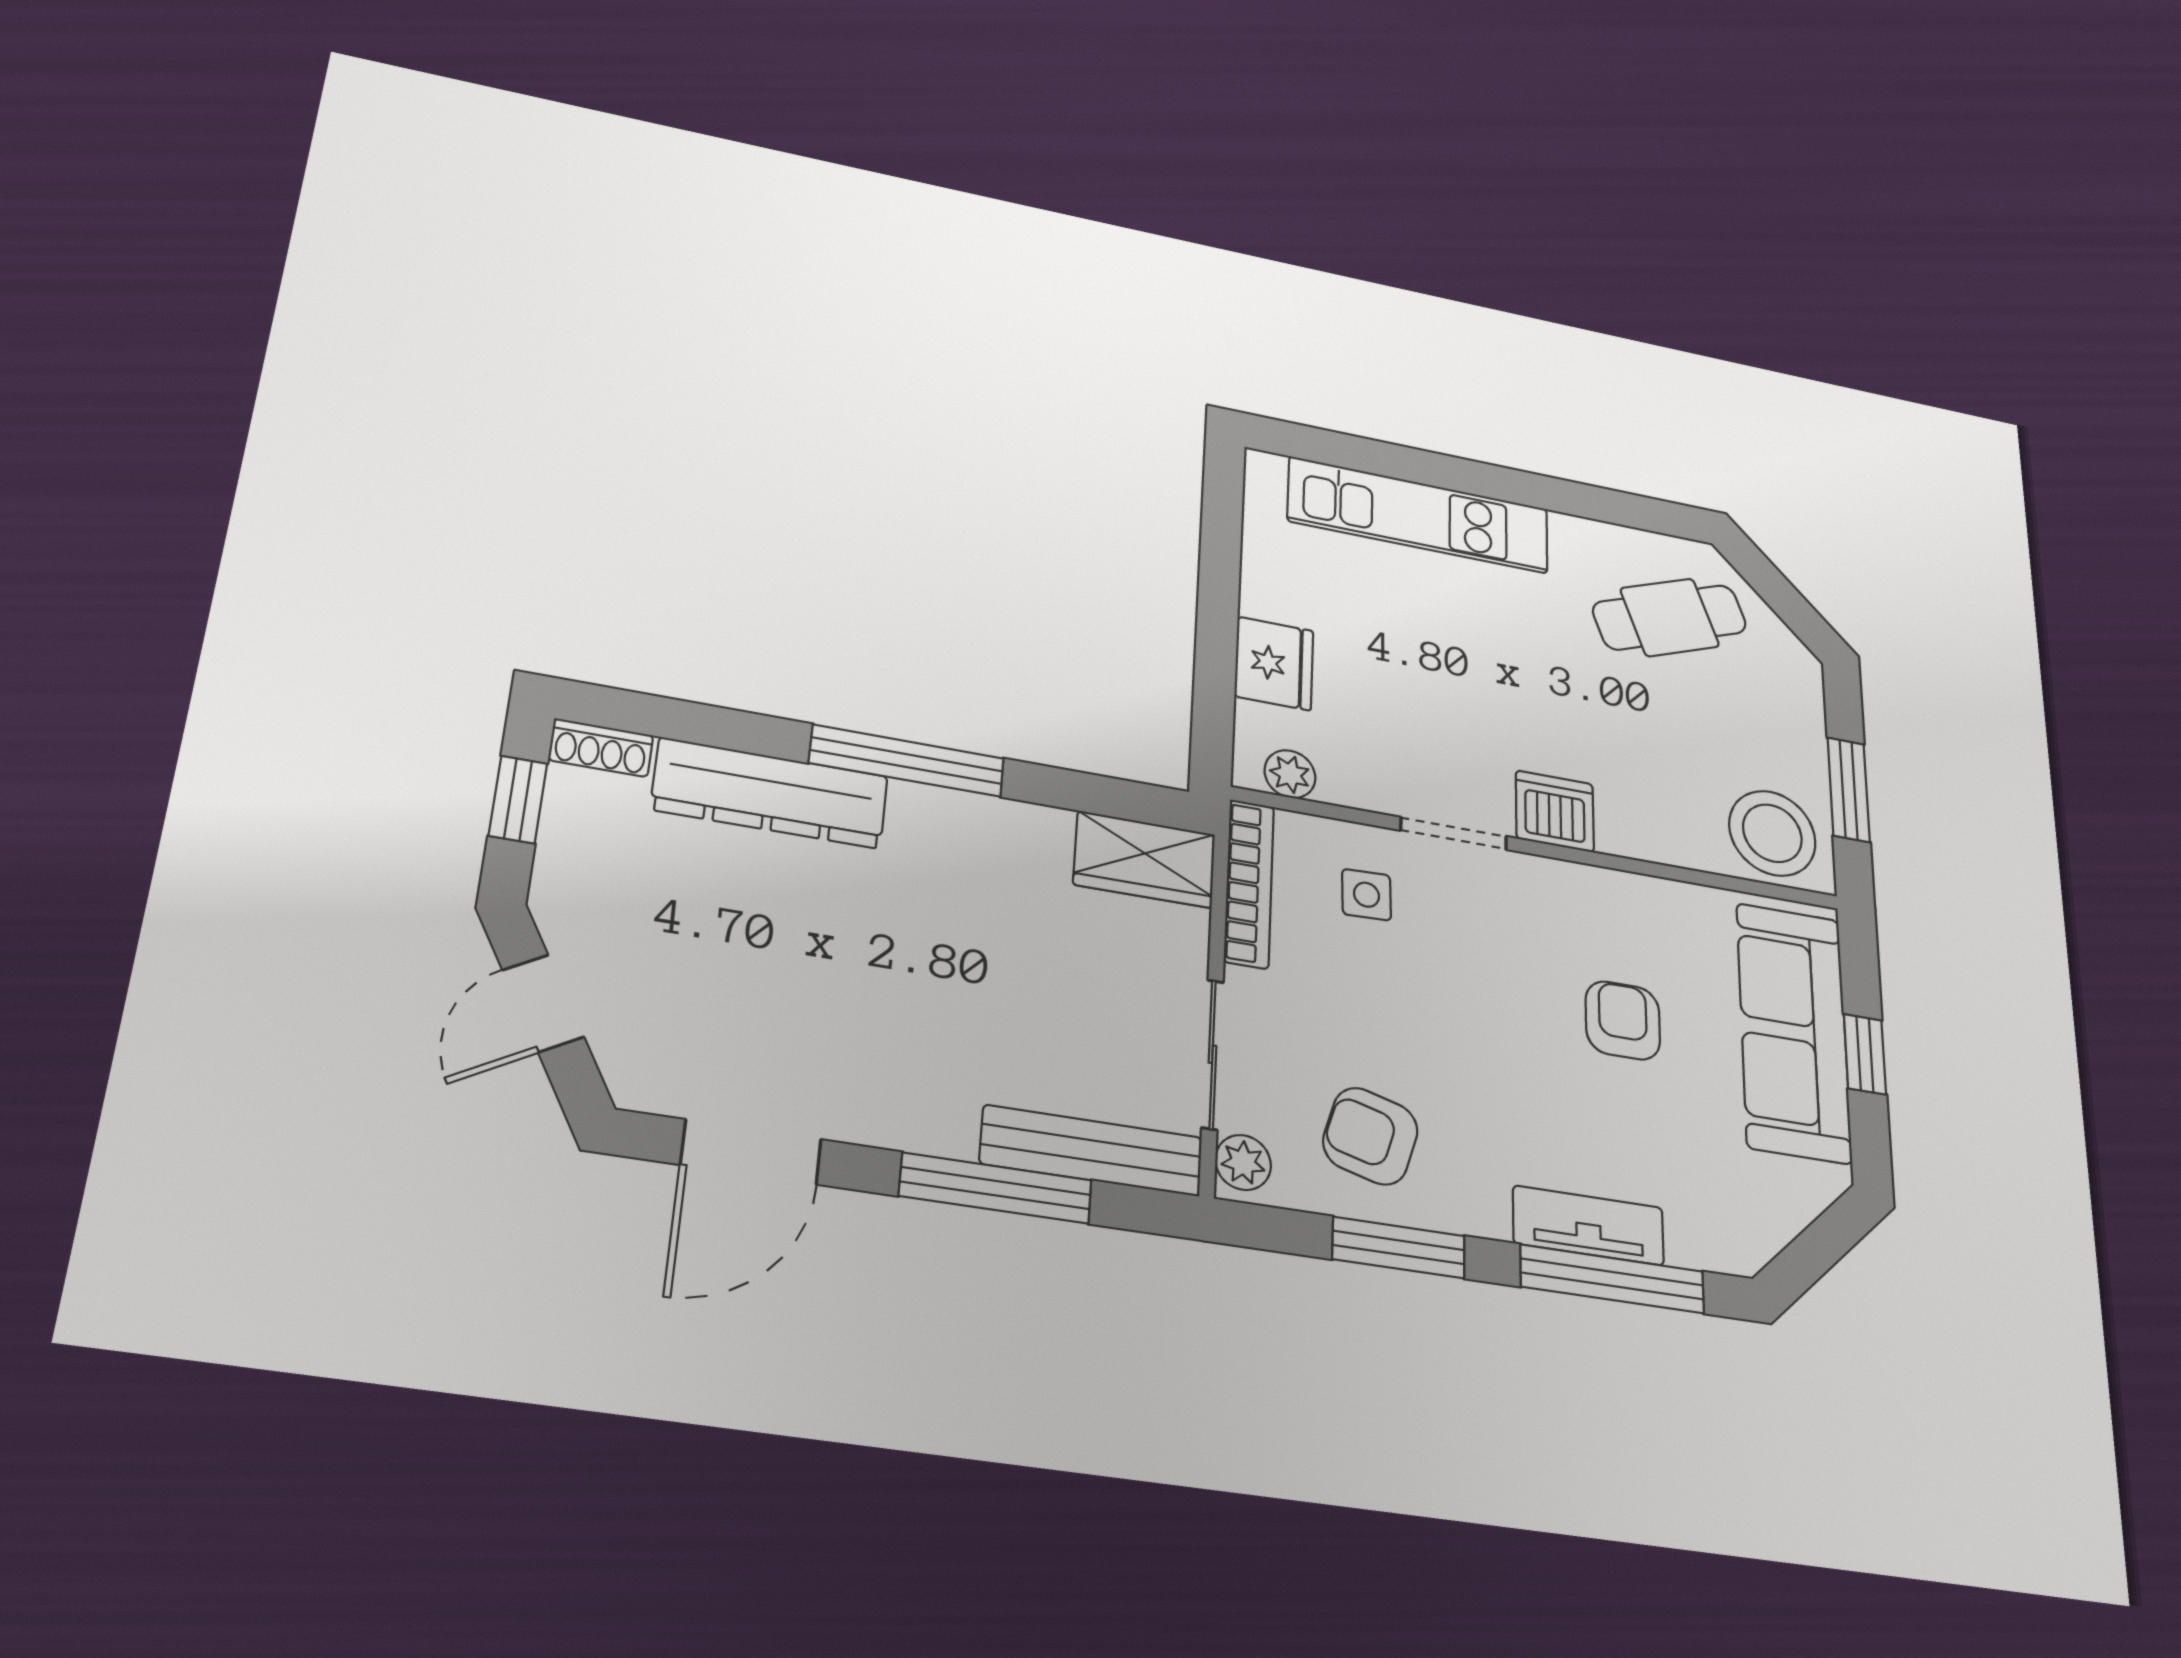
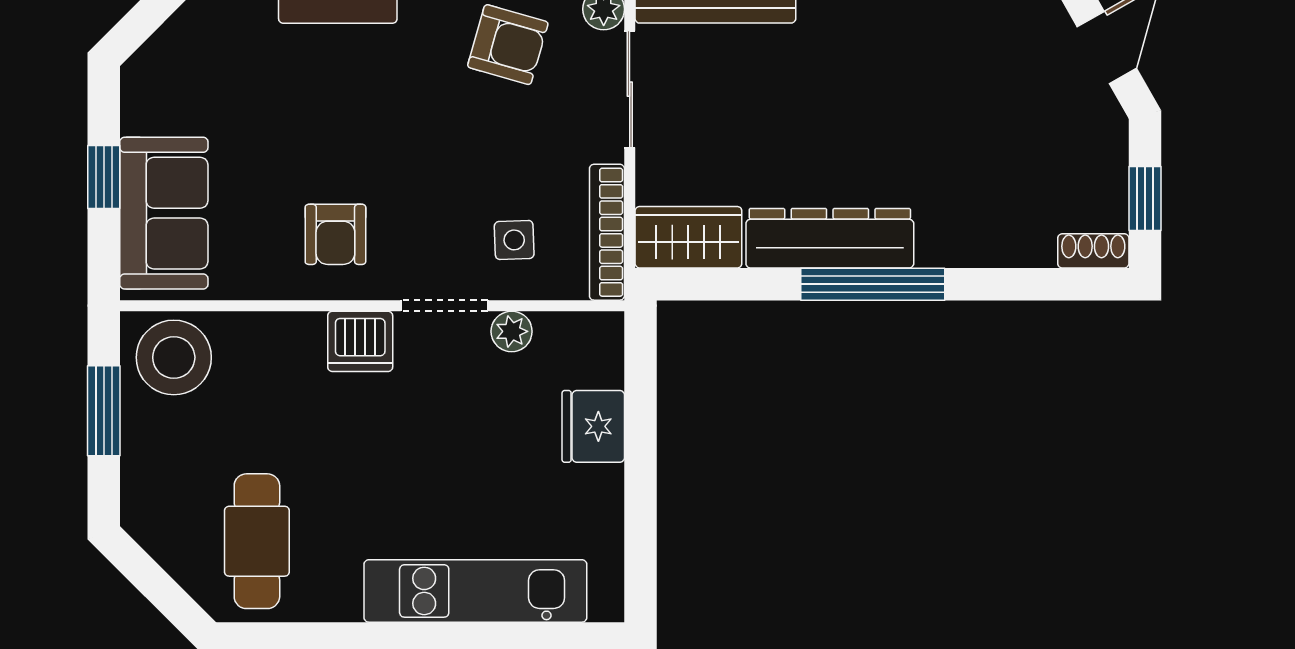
cafe table: (1670, 617) -> (257, 541), turned -70
plant: (1290, 774) -> (512, 331), moved
dresser: (770, 793) -> (830, 238), moved
armchair: (1623, 1020) -> (335, 234), moved
sofa: (1794, 1032) -> (164, 213), width x0.73

